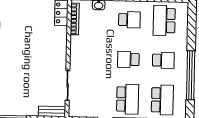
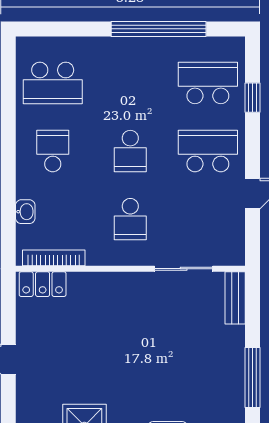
school desk: (163, 60) -> (130, 219), moved, turned 180

